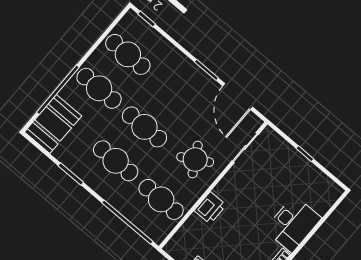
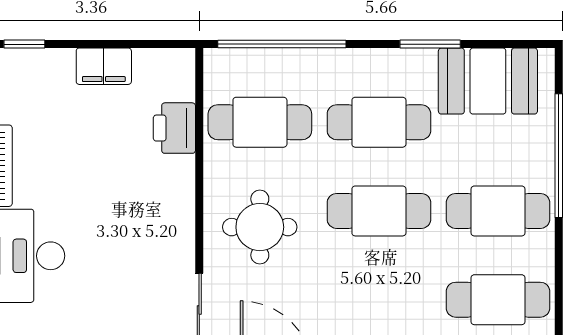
booth: (53, 124) -> (488, 81), moved, turned 90
round table: (195, 159) -> (260, 227), turned 30
printer: (210, 208) -> (174, 128), moved

